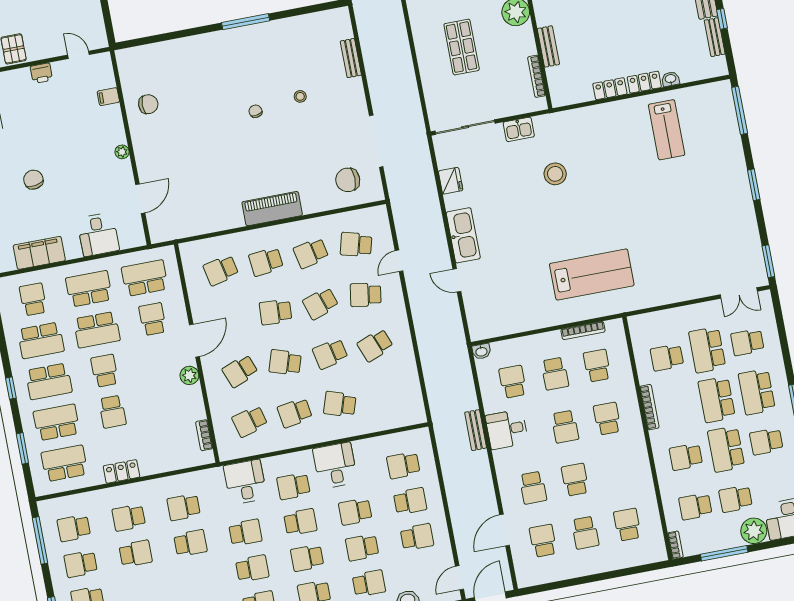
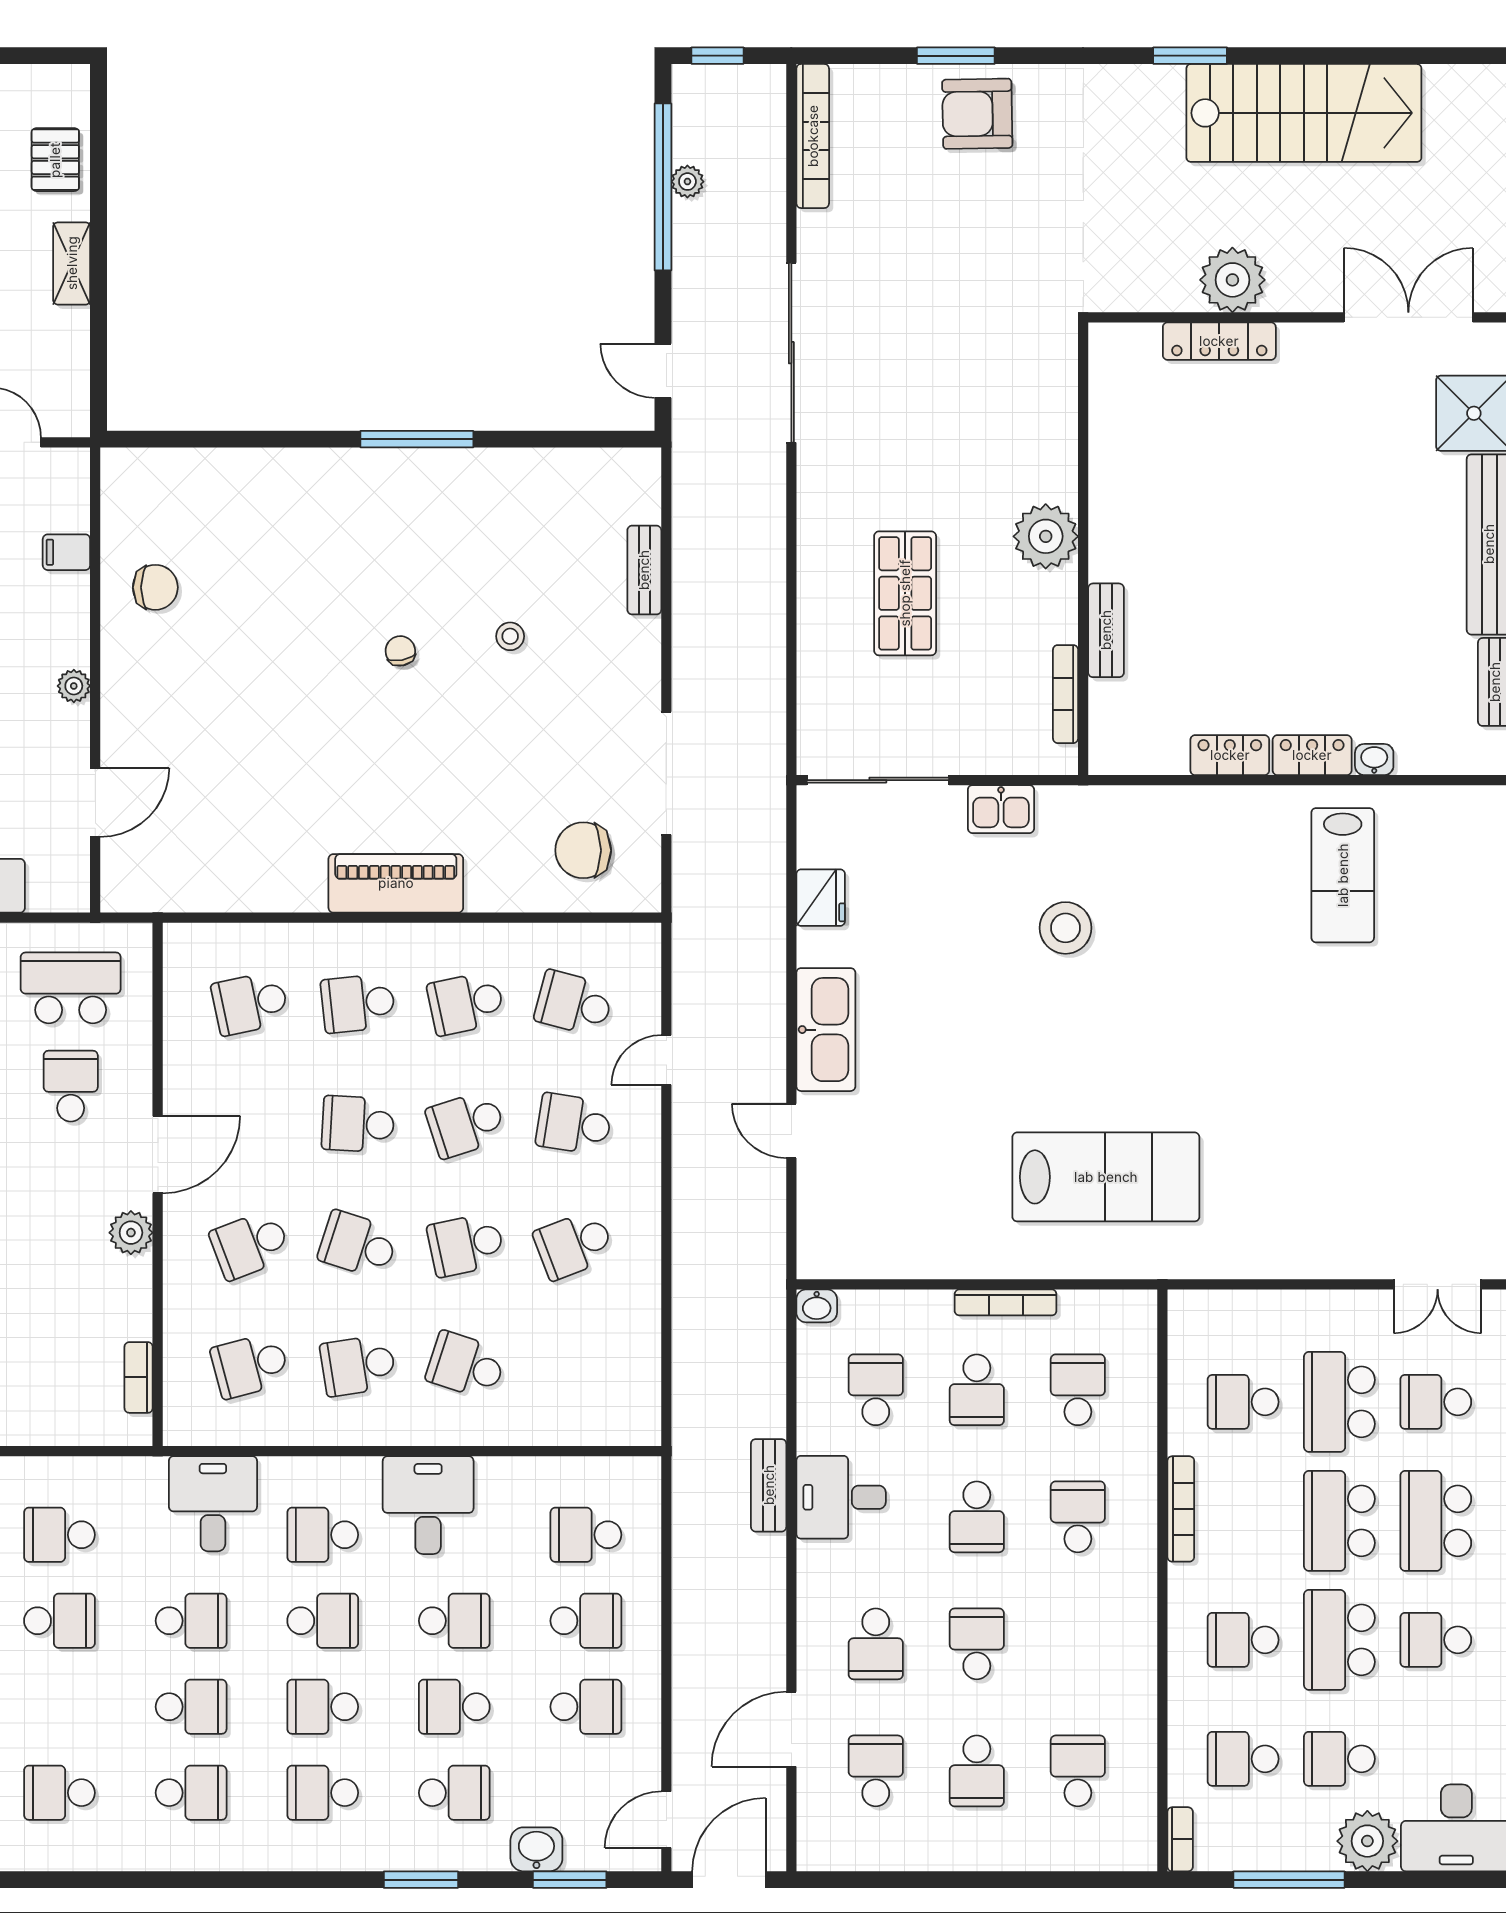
bookcase: (583, 331) -> (1006, 1302), moved
school desk: (355, 512) -> (454, 1621), turned 180

